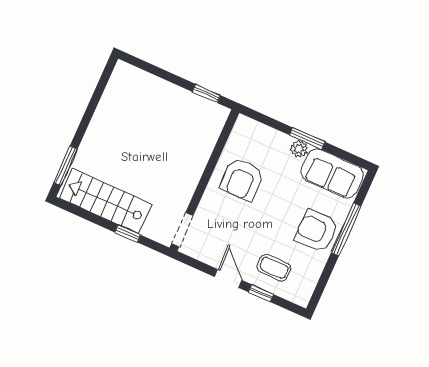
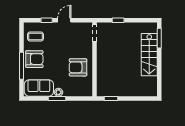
armchair: (242, 179) -> (78, 67), turned -90
stairs: (105, 201) -> (149, 55), moved, turned 90
coffee table: (274, 268) -> (35, 37), moved
door: (228, 279) -> (64, 20), swing flipped

